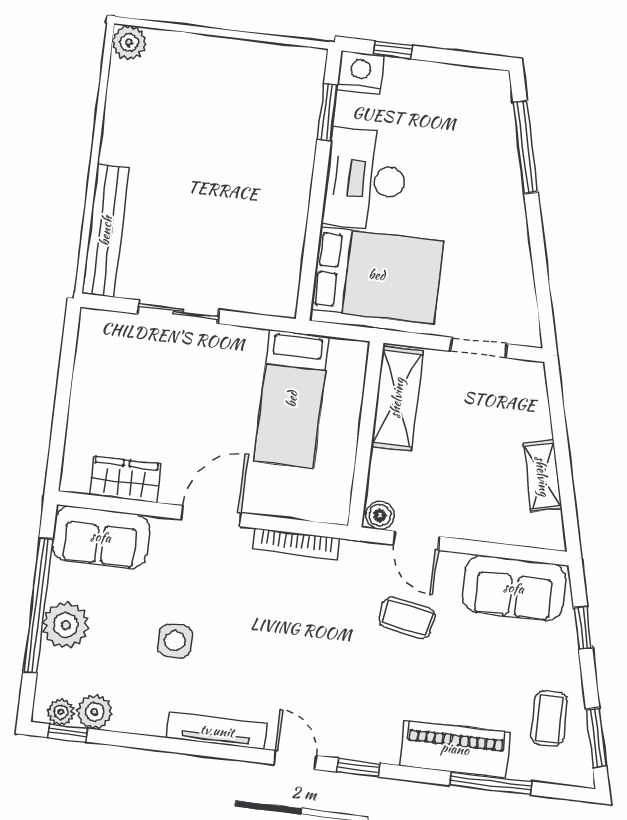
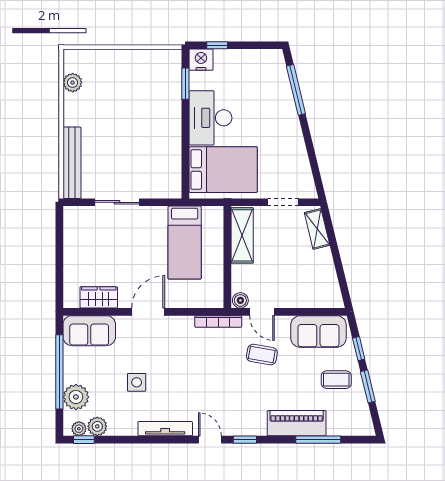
plant: (129, 42) -> (73, 83), moved
shelving: (542, 476) -> (317, 229), moved
bookcase: (297, 544) -> (218, 321), moved
plant: (66, 625) -> (76, 397), moved
coffee table: (549, 719) -> (336, 380), moved, turned 90
window: (596, 738) -> (368, 386), moved

